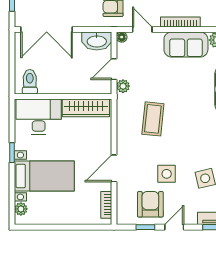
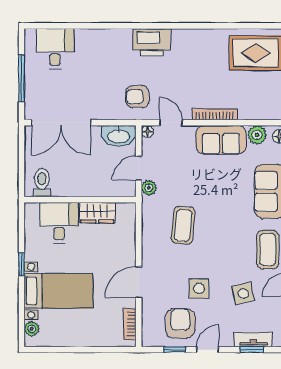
wardrobe: (86, 108) -> (97, 213), width x0.67
desk: (39, 116) -> (59, 223), width x0.73

